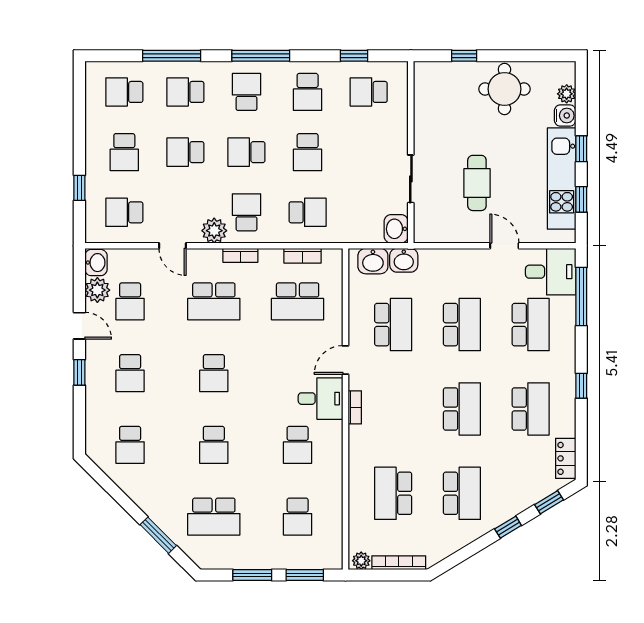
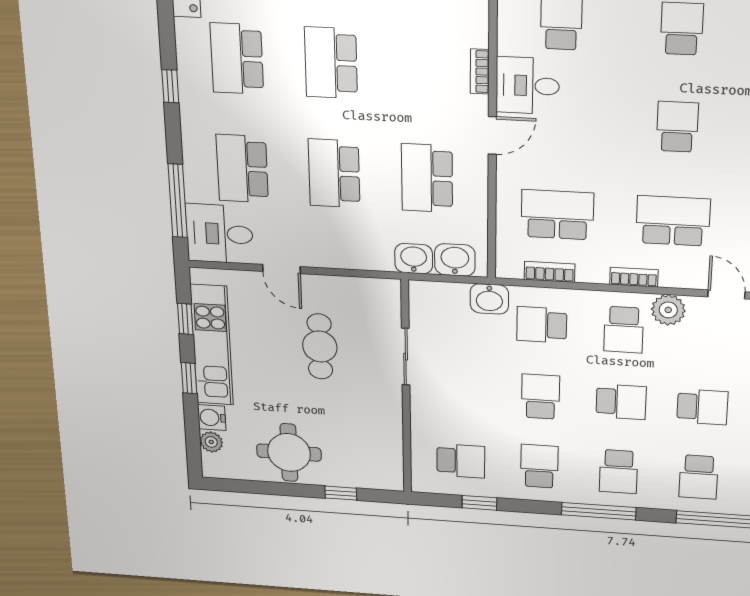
school desk: (185, 92) -> (699, 477), turned 90
washbasin: (396, 229) -> (489, 299), moved, turned 90

